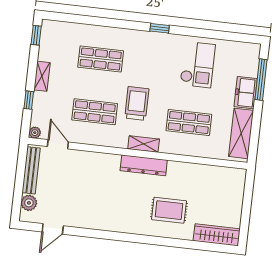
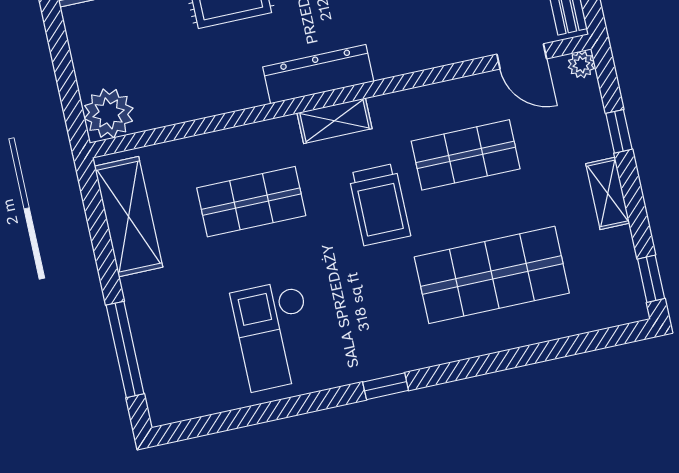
shop shelf: (101, 59) -> (492, 275), width x1.43, depth x1.36
freezer: (246, 93) -> (149, 309), removed
plant: (235, 178) -> (109, 113), added

